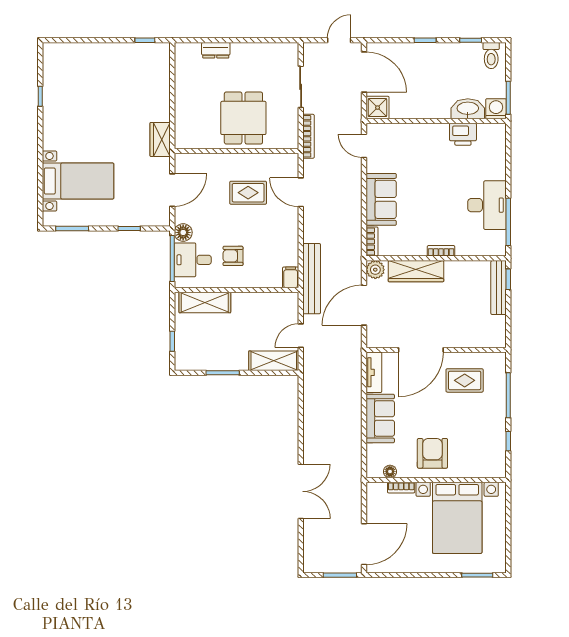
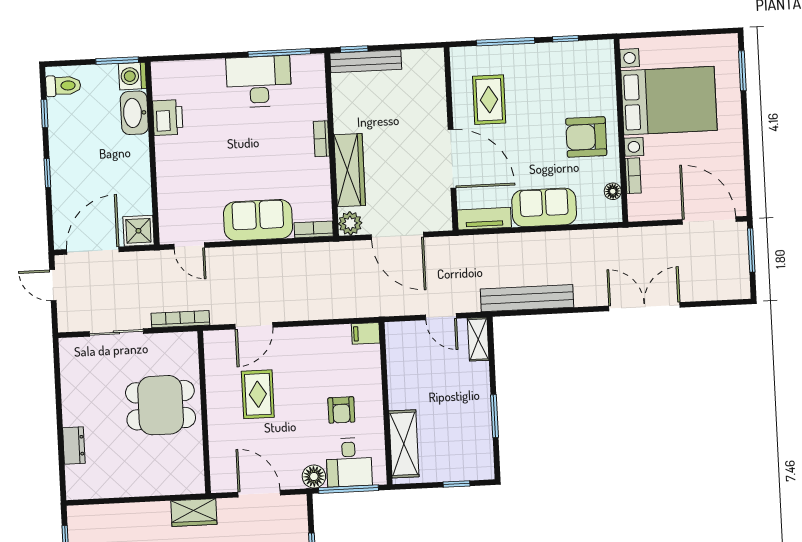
door: (364, 146) -> (189, 246), hinge flipped
bench: (312, 279) -> (527, 298), moved
shelving: (274, 361) -> (478, 339), width x0.67, depth x0.75

